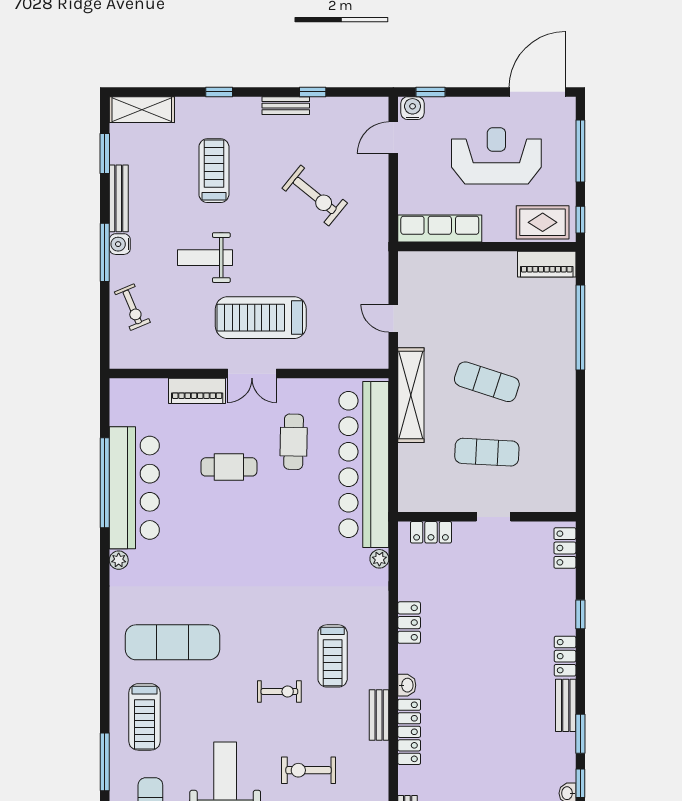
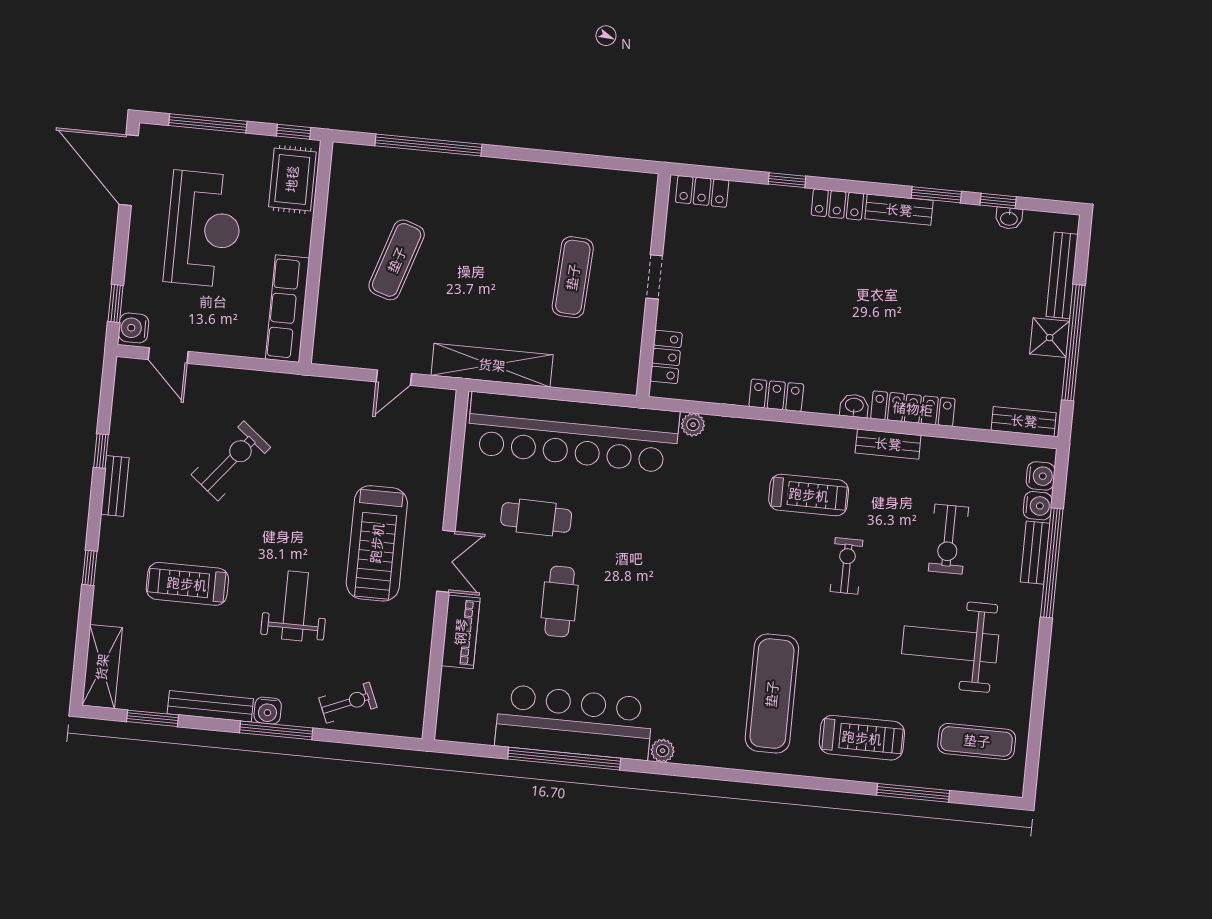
reception desk: (496, 156) -> (204, 229), turned 180
weight bench: (205, 258) -> (295, 606), turned 180
piano: (547, 264) -> (345, 179), removed
exercise mat: (487, 382) -> (397, 260), moved

